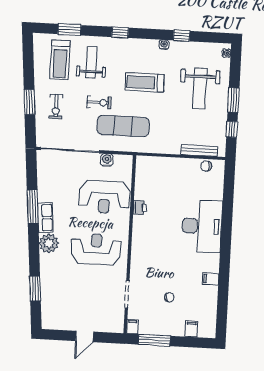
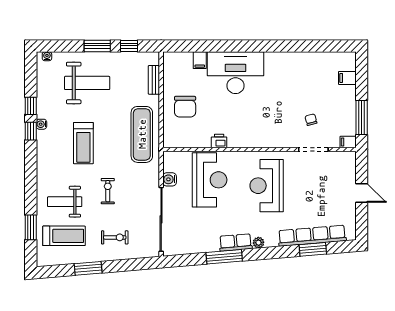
window: (120, 32) -> (31, 131), moved
window: (29, 102) -> (88, 268), moved
exercise mat: (123, 126) -> (142, 134), moved
bench: (199, 151) -> (154, 80), width x0.73
chair: (206, 166) -> (185, 107), moved, width x1.87, depth x1.87
plant: (49, 243) -> (259, 243), width x0.53, depth x0.53
filing cabinet: (211, 279) -> (200, 60), moved
row of seats: (48, 289) -> (312, 236), added
chair: (169, 297) -> (311, 120), moved

